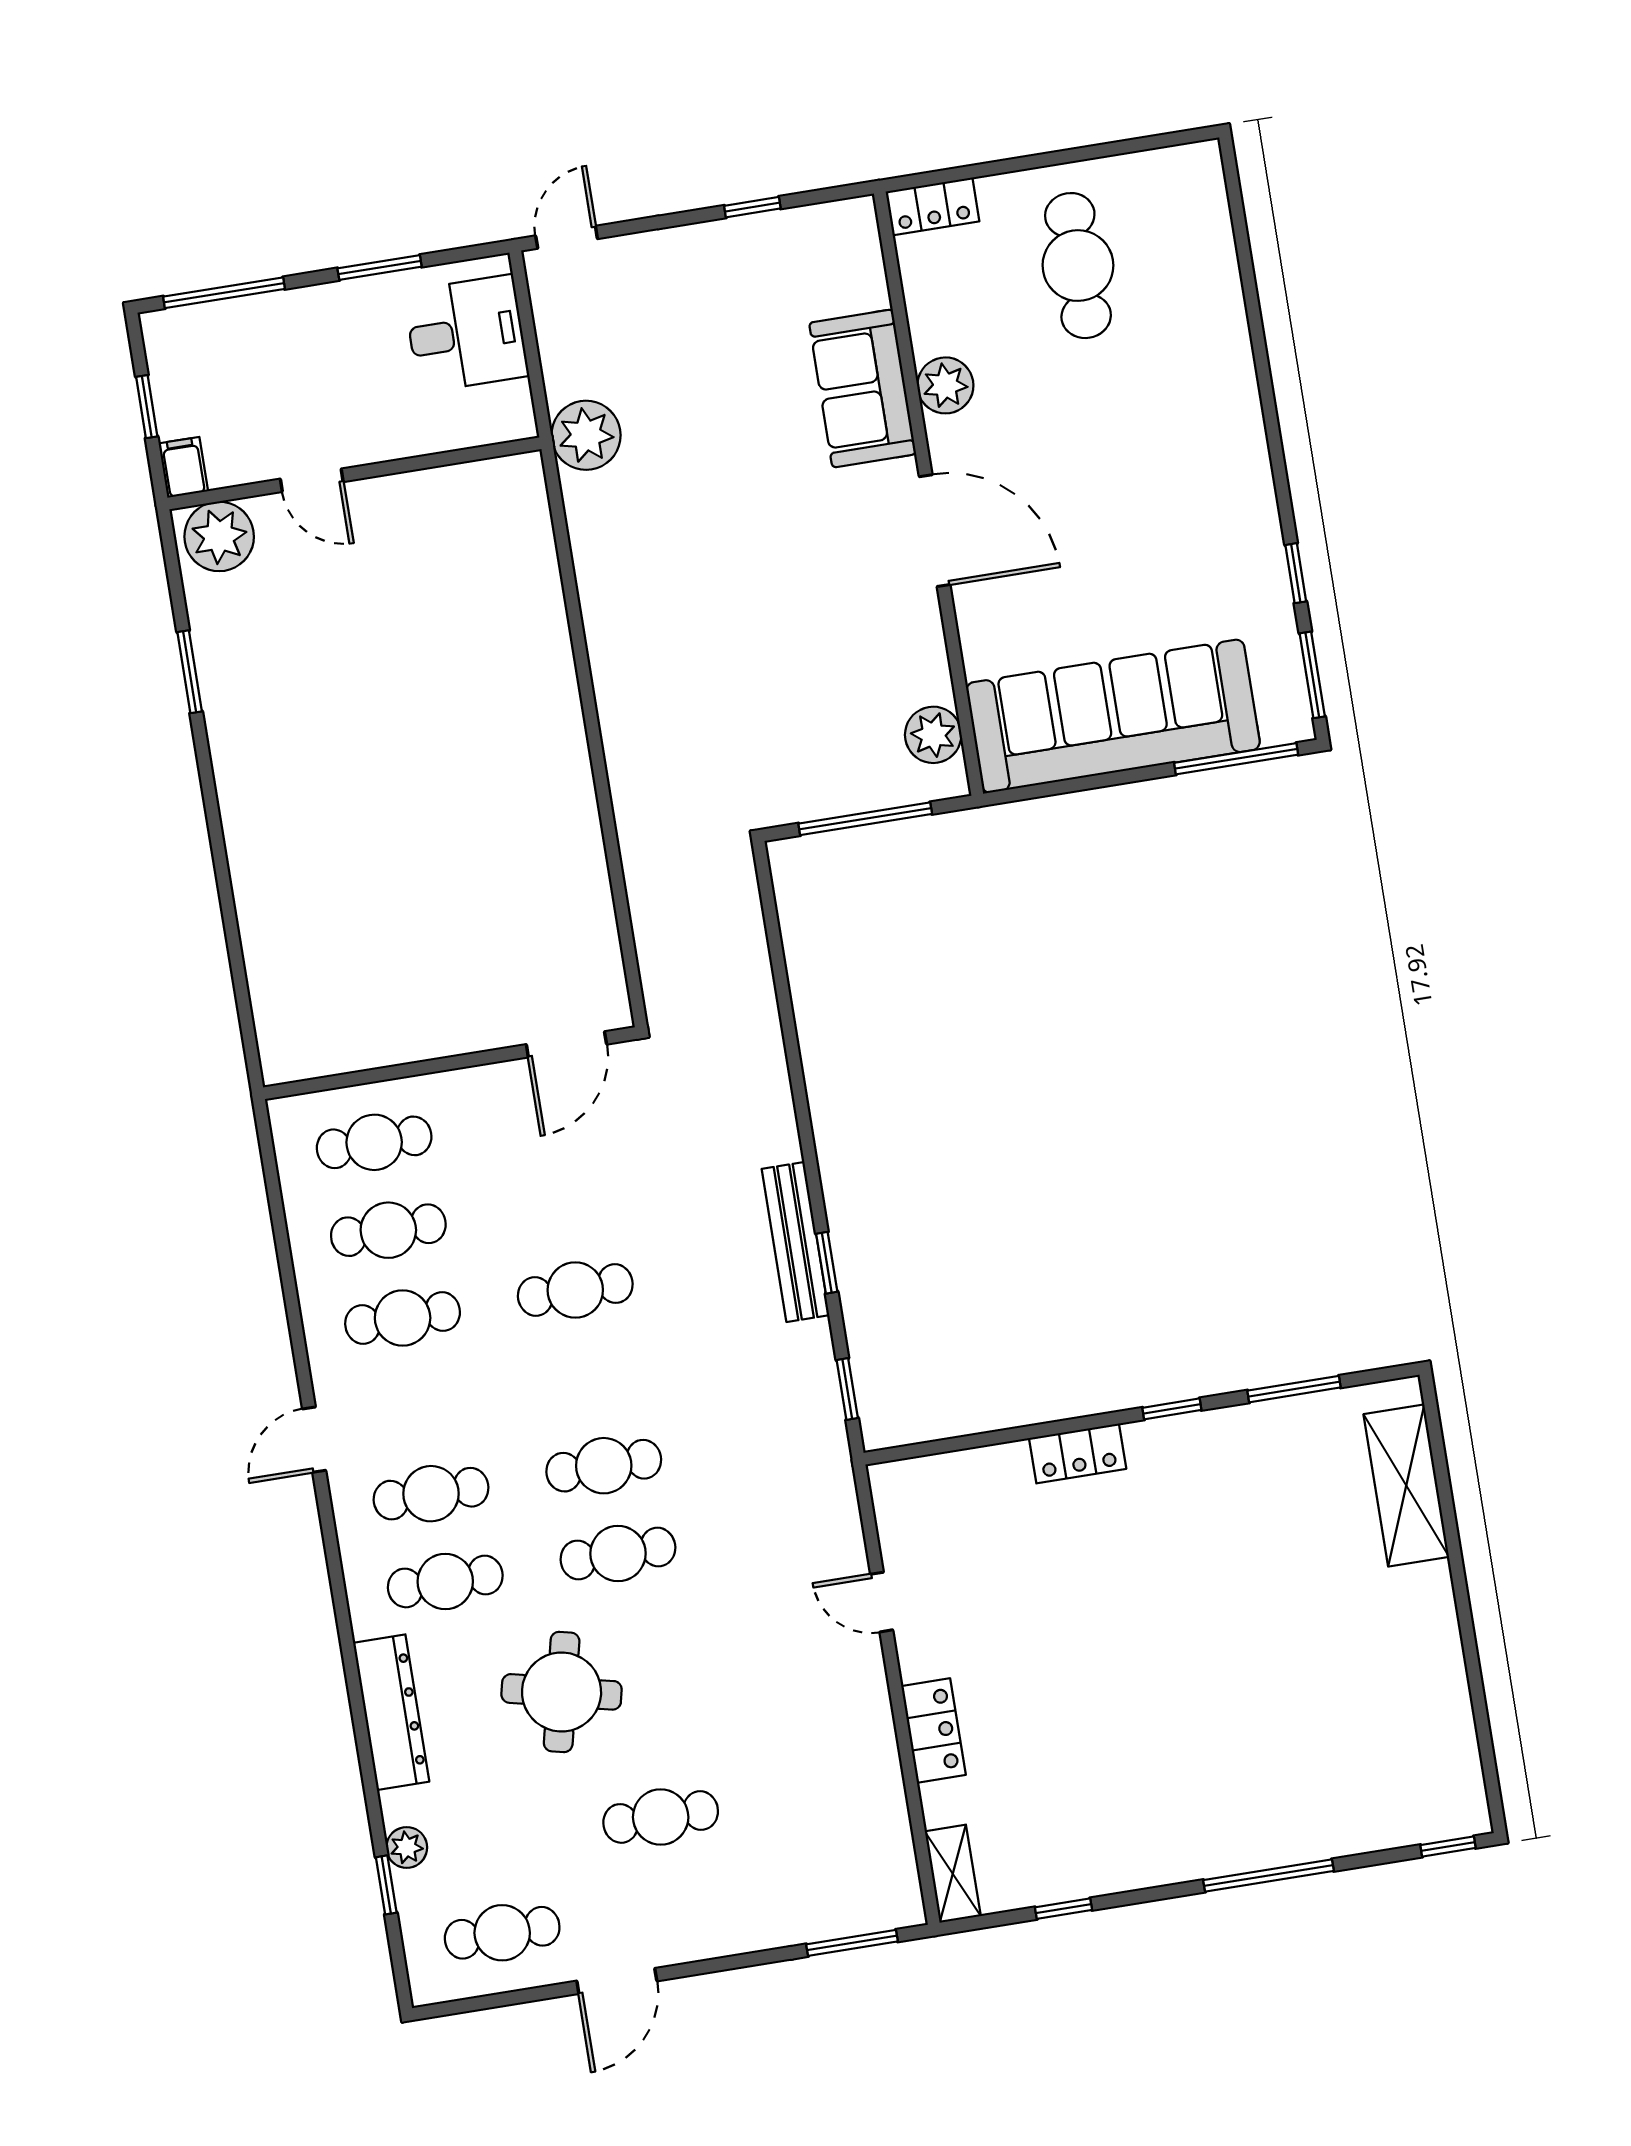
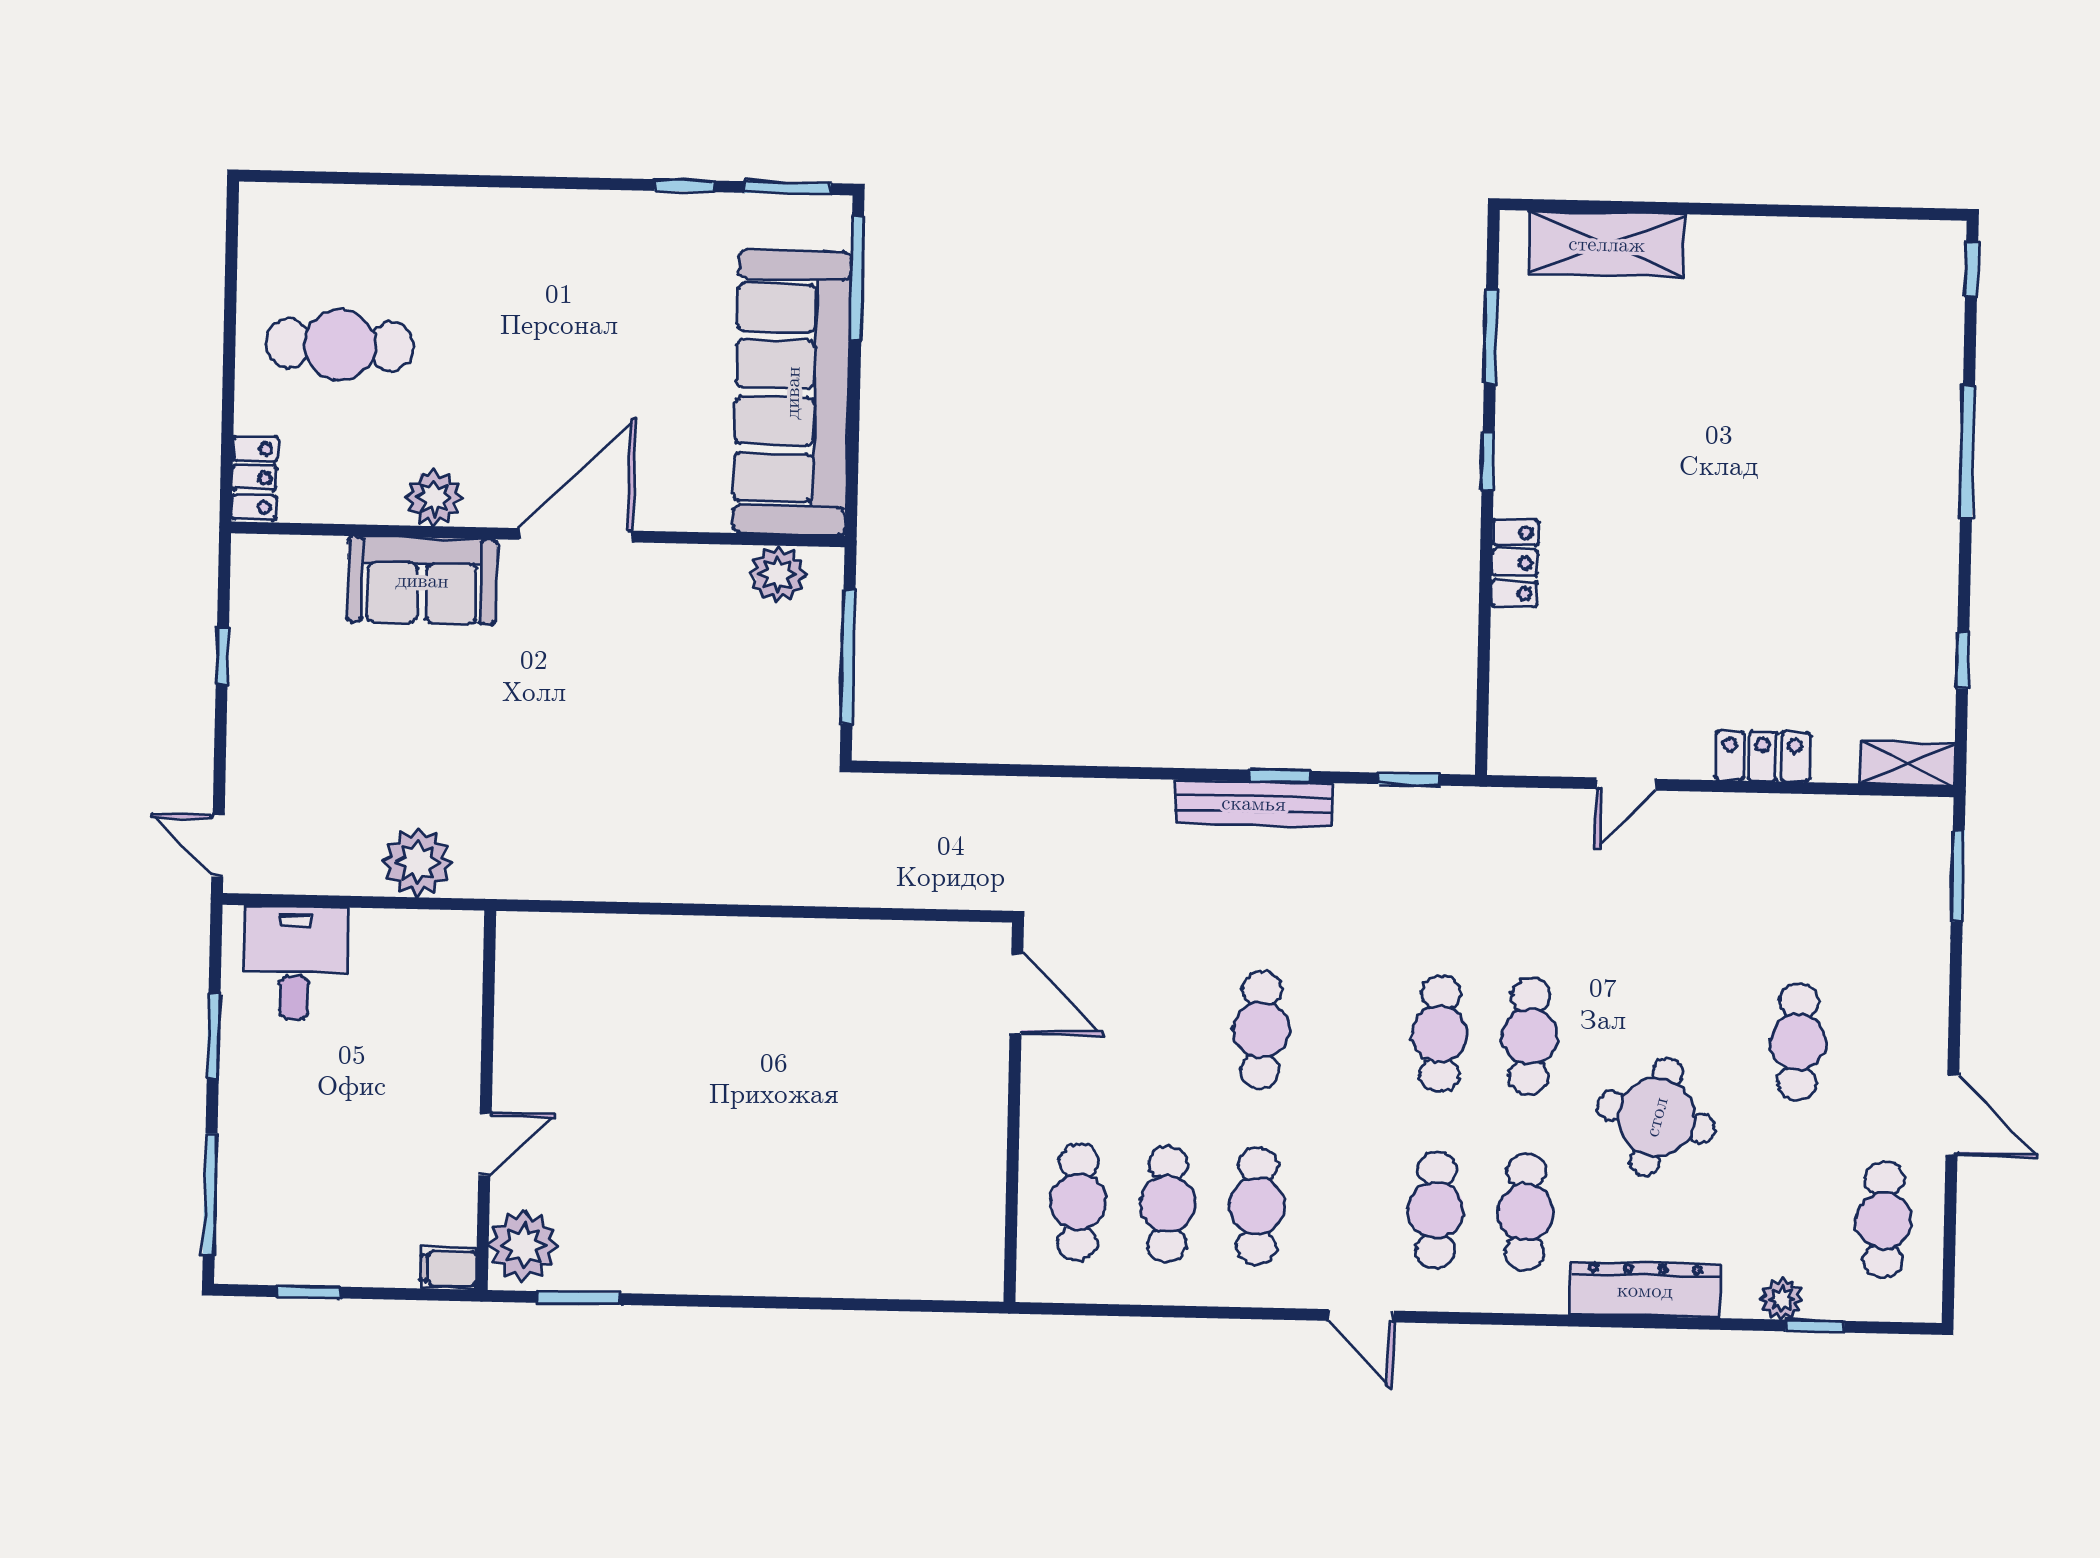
filing cabinet: (183, 467) -> (449, 1268), moved
wall: (354, 473) -> (486, 1100), moved
door: (312, 480) -> (485, 1144), moved
plant: (219, 536) -> (524, 1246), moved

